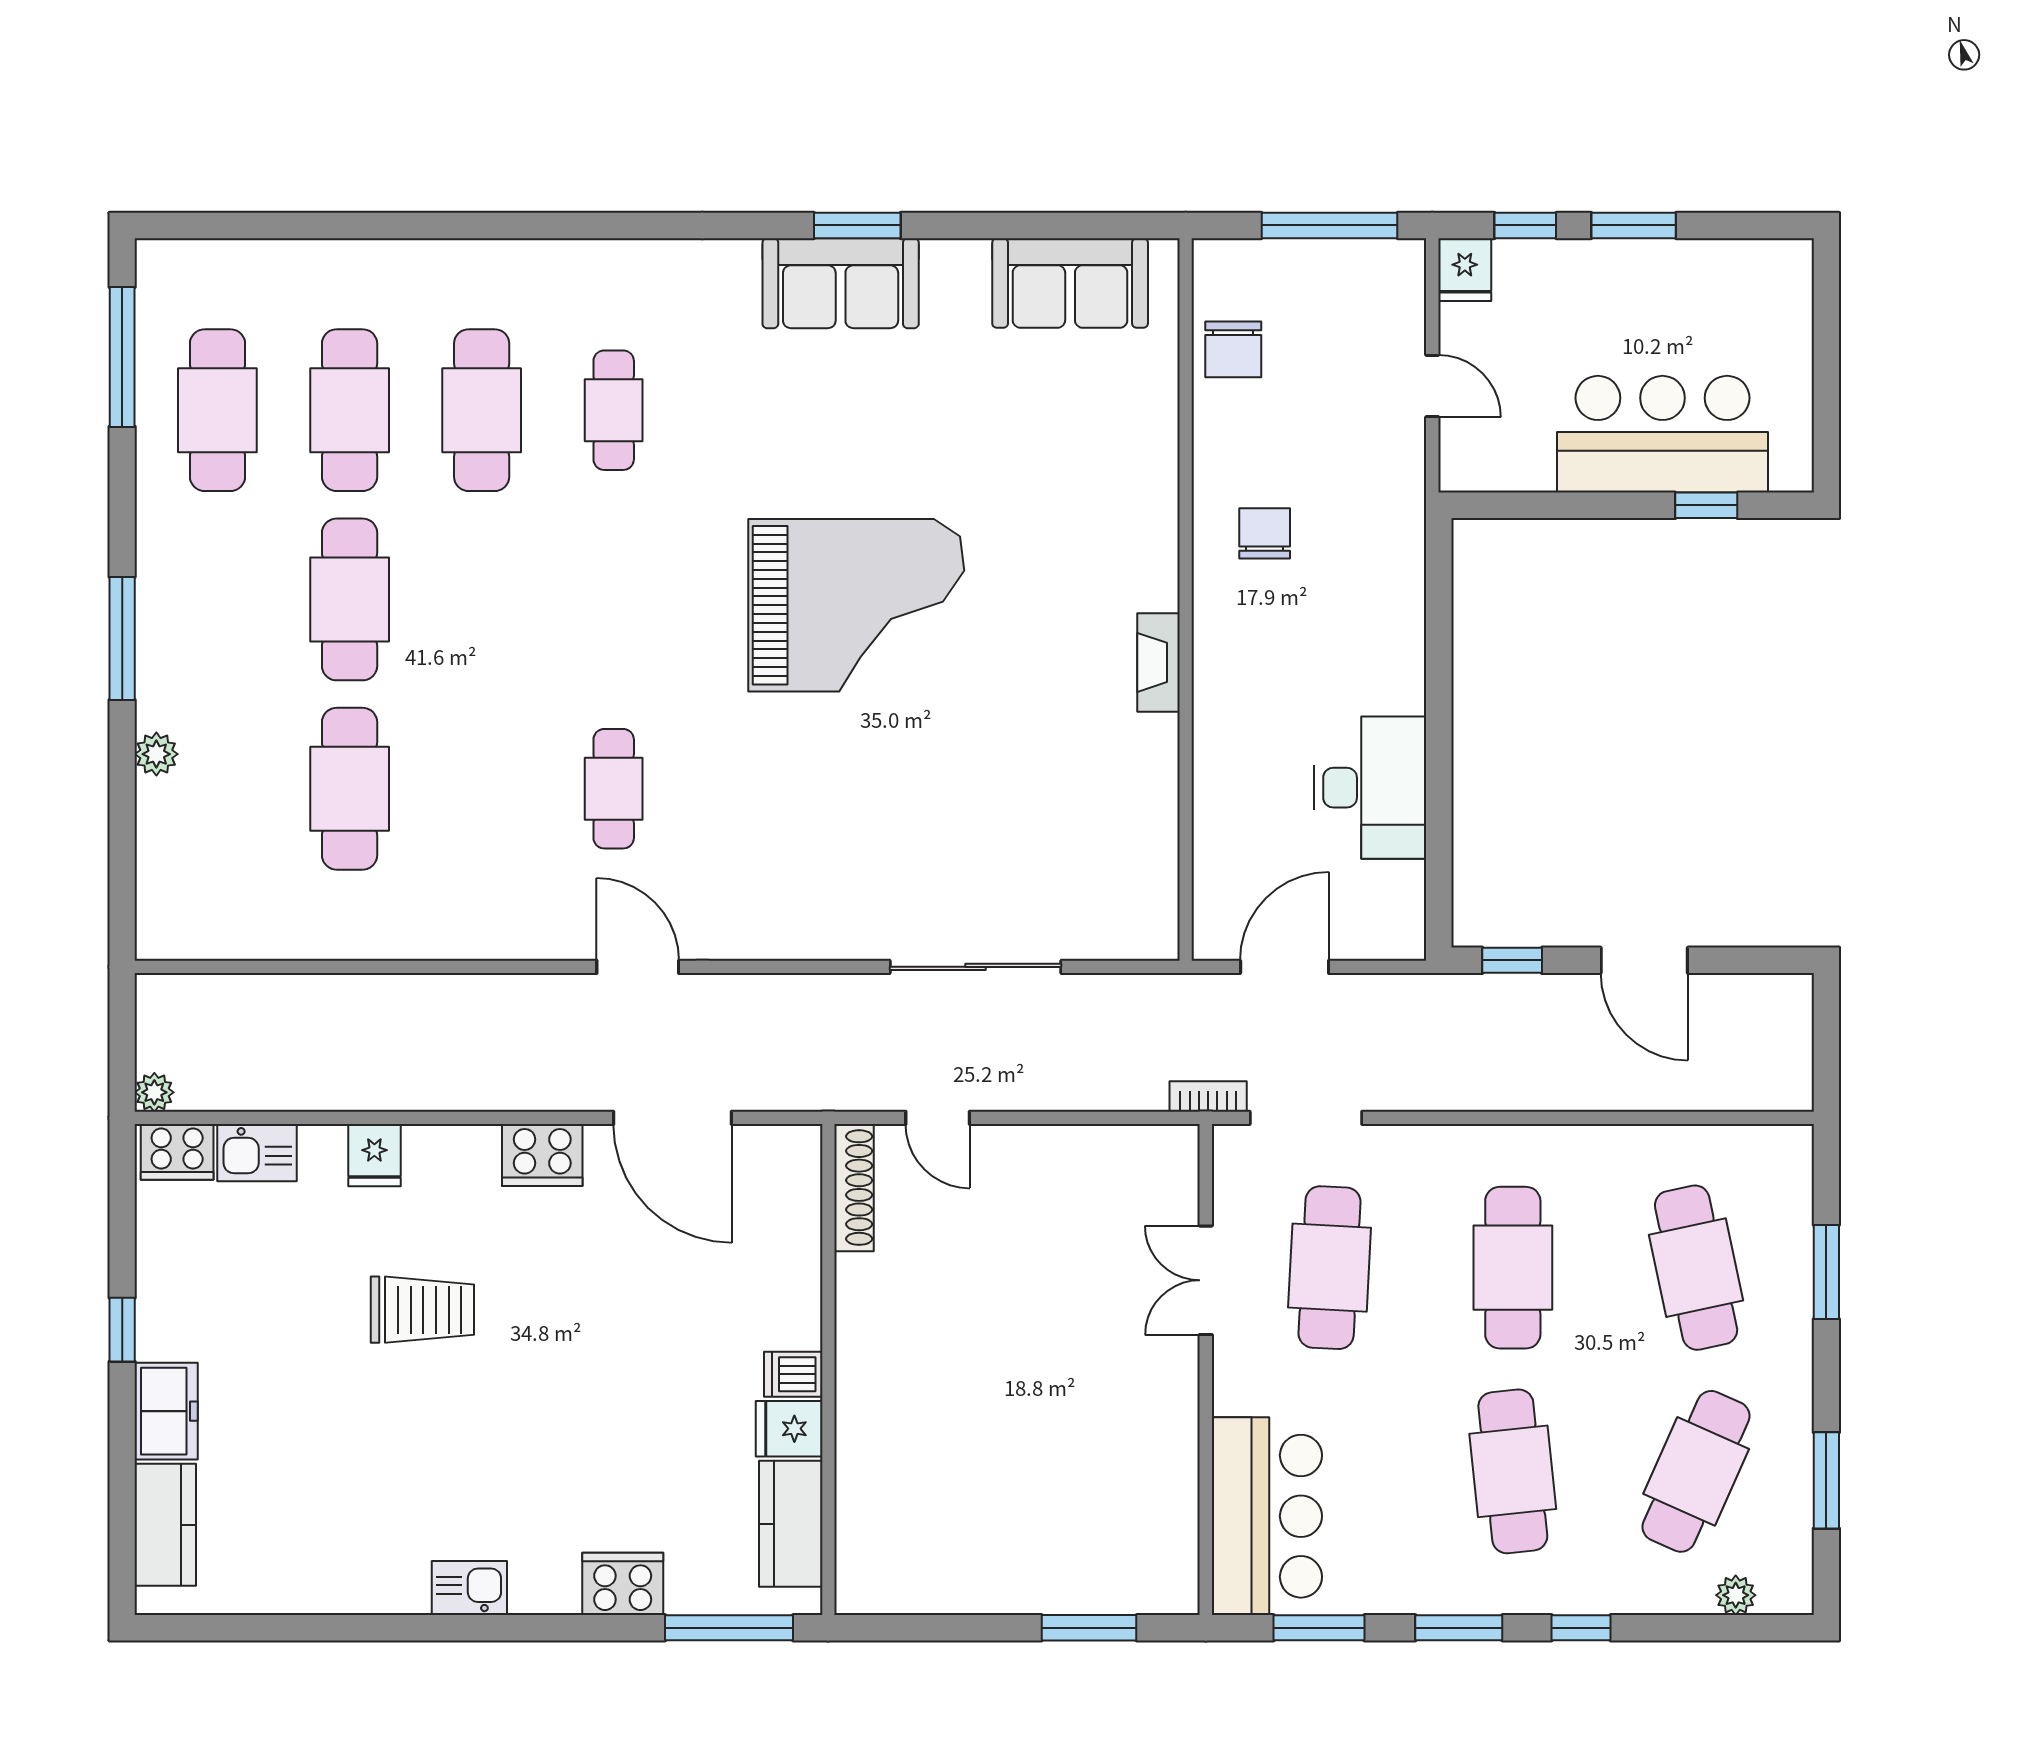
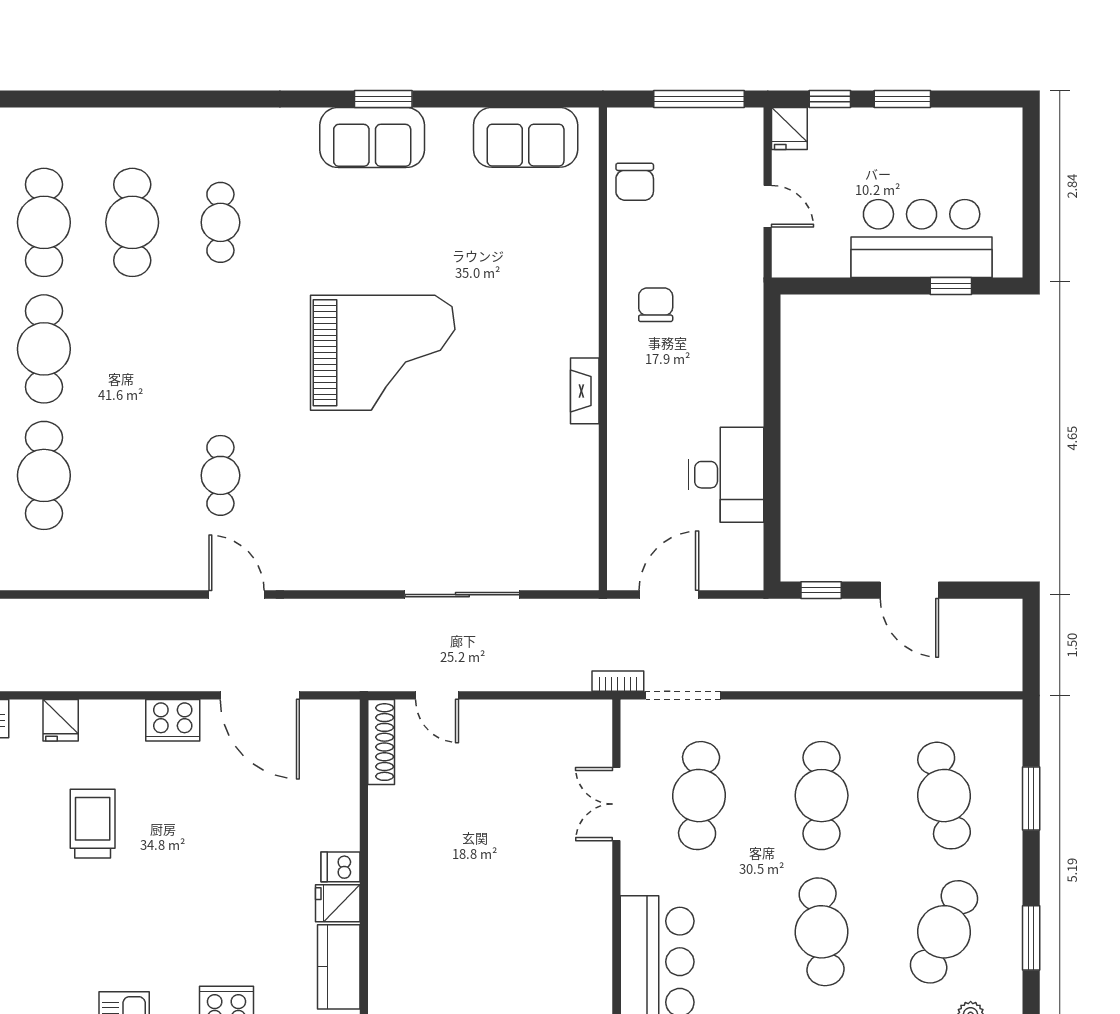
trolley: (422, 1310) -> (93, 824), turned -90

